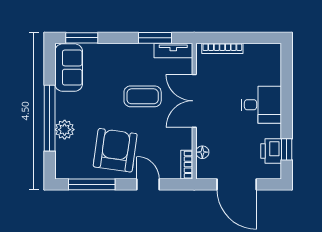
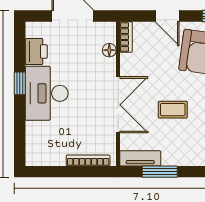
coffee table: (143, 96) -> (173, 110), width x0.73, depth x0.77
desk: (261, 105) -> (47, 93), width x1.37
window: (287, 149) -> (20, 83), moved

